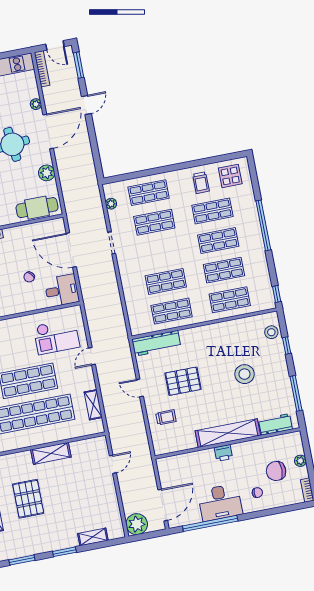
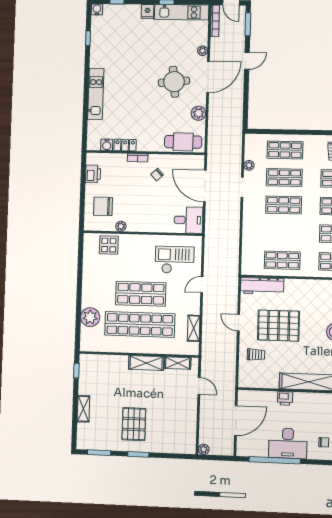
plant: (111, 204) -> (249, 165), moved
chair: (29, 277) -> (157, 175), moved
shop shelf: (166, 281) -> (284, 205), moved
checkout: (56, 337) -> (175, 260), turned 180
pallet: (183, 381) -> (279, 326), width x1.37, depth x1.41
printer: (223, 453) -> (285, 398), moved
door: (113, 464) -> (199, 386), hinge flipped
pallet: (28, 499) -> (134, 424), moved
door: (163, 505) -> (236, 421), moved
plant: (137, 524) -> (204, 449), width x0.53, depth x0.53
shelving: (93, 537) -> (178, 363), moved

